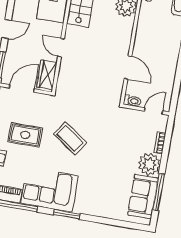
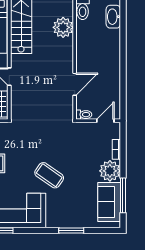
door: (128, 67) -> (75, 84), hinge flipped
coffee table: (70, 138) -> (49, 175), moved
window: (67, 214) -> (71, 231), moved

